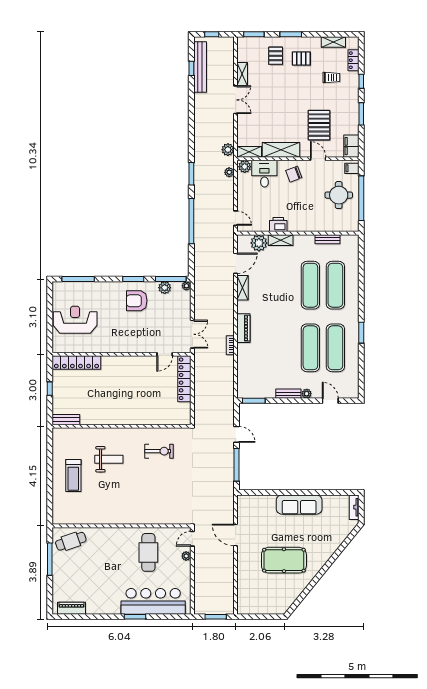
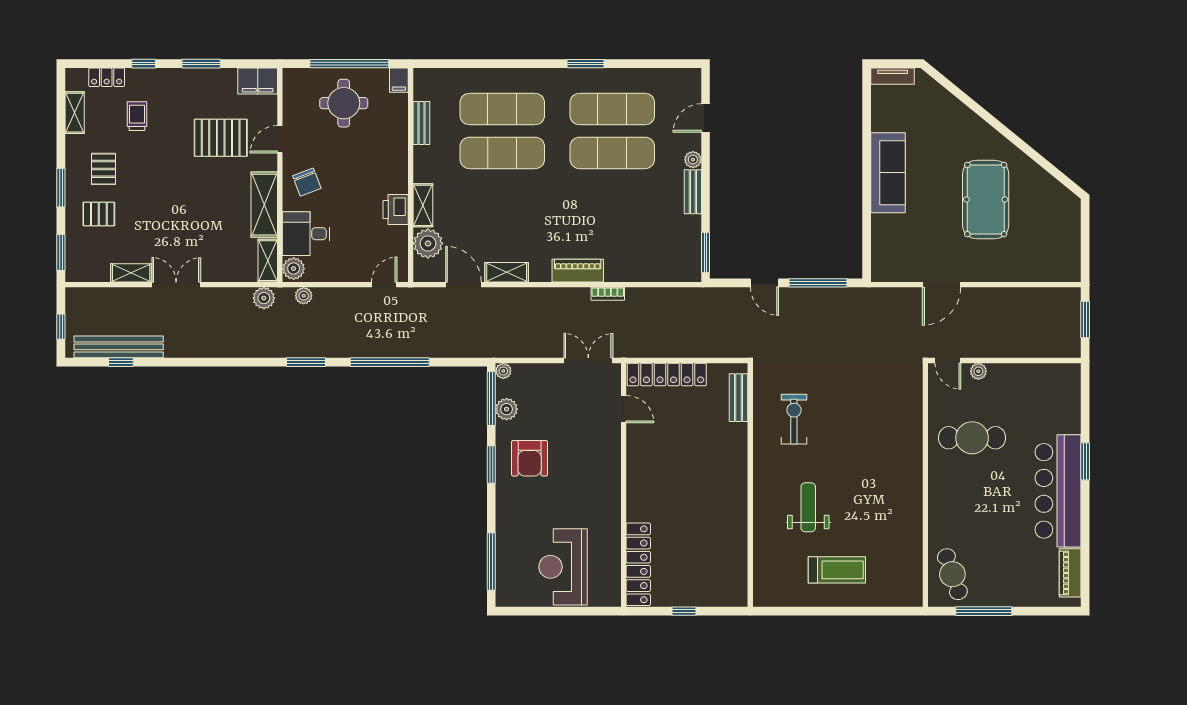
filing cabinet: (352, 168) -> (399, 80), moved
bench: (66, 420) -> (739, 398), moved
door: (236, 434) -> (764, 283), swing flipped
bar counter: (153, 601) -> (1058, 491), moved

